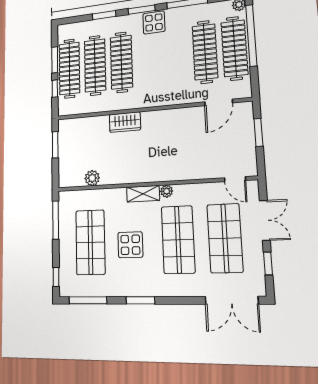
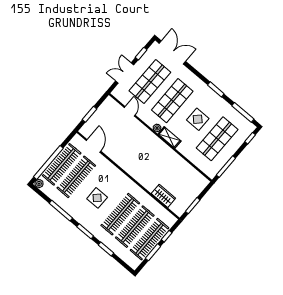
display table: (154, 23) -> (97, 198), moved
door: (219, 102) -> (94, 146), hinge flipped
wardrobe: (125, 122) -> (163, 196), moved
plant: (92, 178) -> (188, 170), removed
door: (235, 179) -> (130, 111), moved

